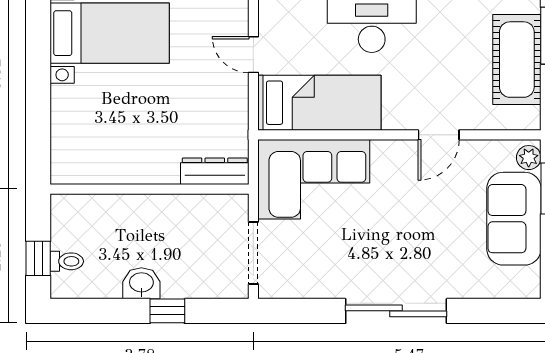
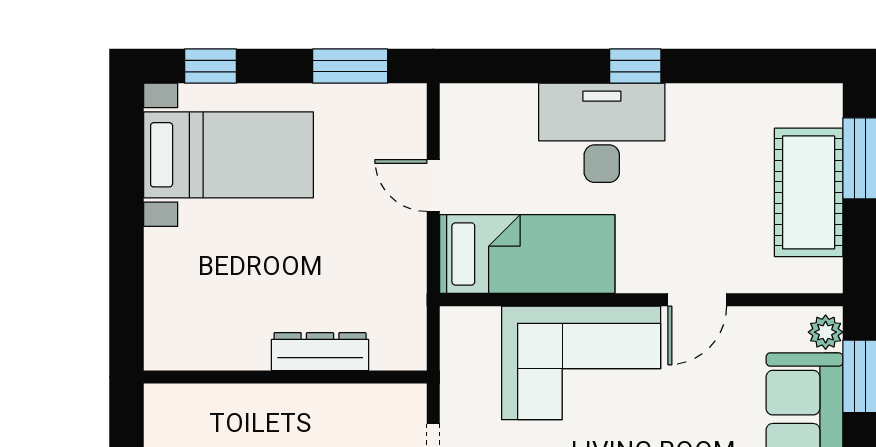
dresser: (215, 171) -> (320, 352), moved
corner sofa: (314, 179) -> (581, 363), moved

